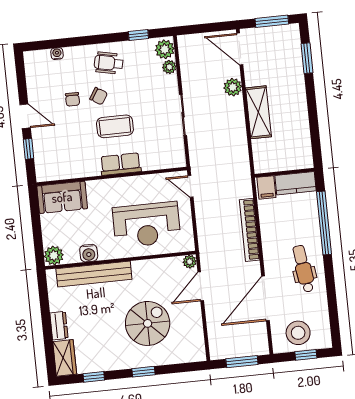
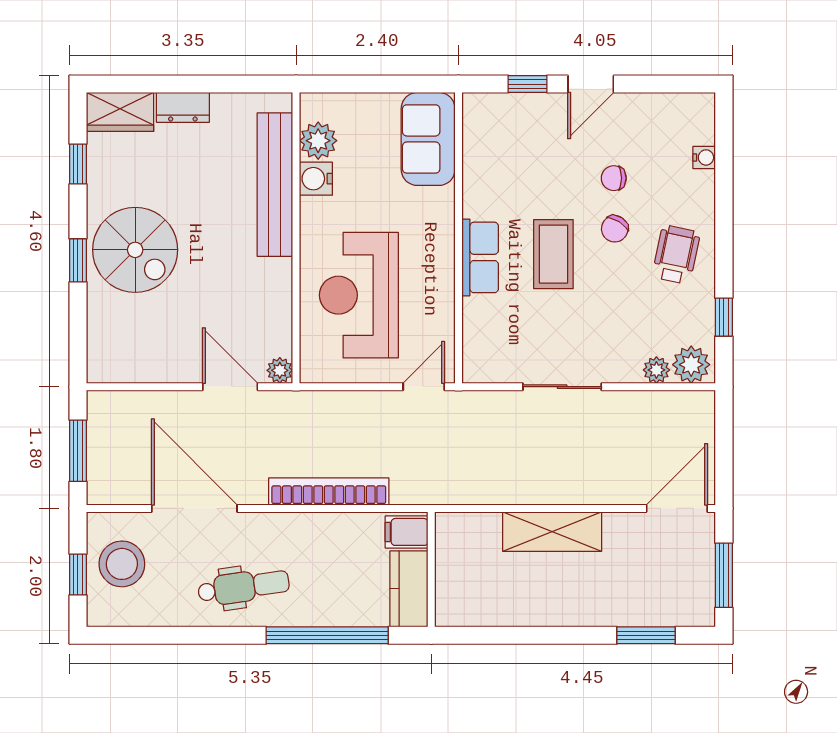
plant: (233, 87) -> (605, 487), removed
plant: (54, 256) -> (318, 141), moved
spiral stairs: (148, 323) -> (135, 250), moved

